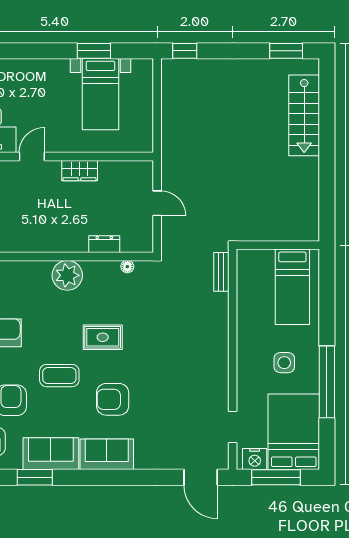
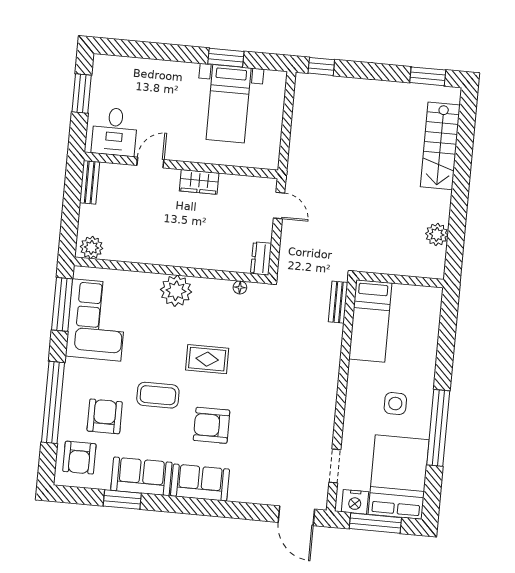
plant: (309, 199) -> (437, 234), added
door: (157, 203) -> (279, 205), moved
dresser: (104, 244) -> (261, 258), moved, turned -90
bed: (292, 287) -> (370, 321), moved

